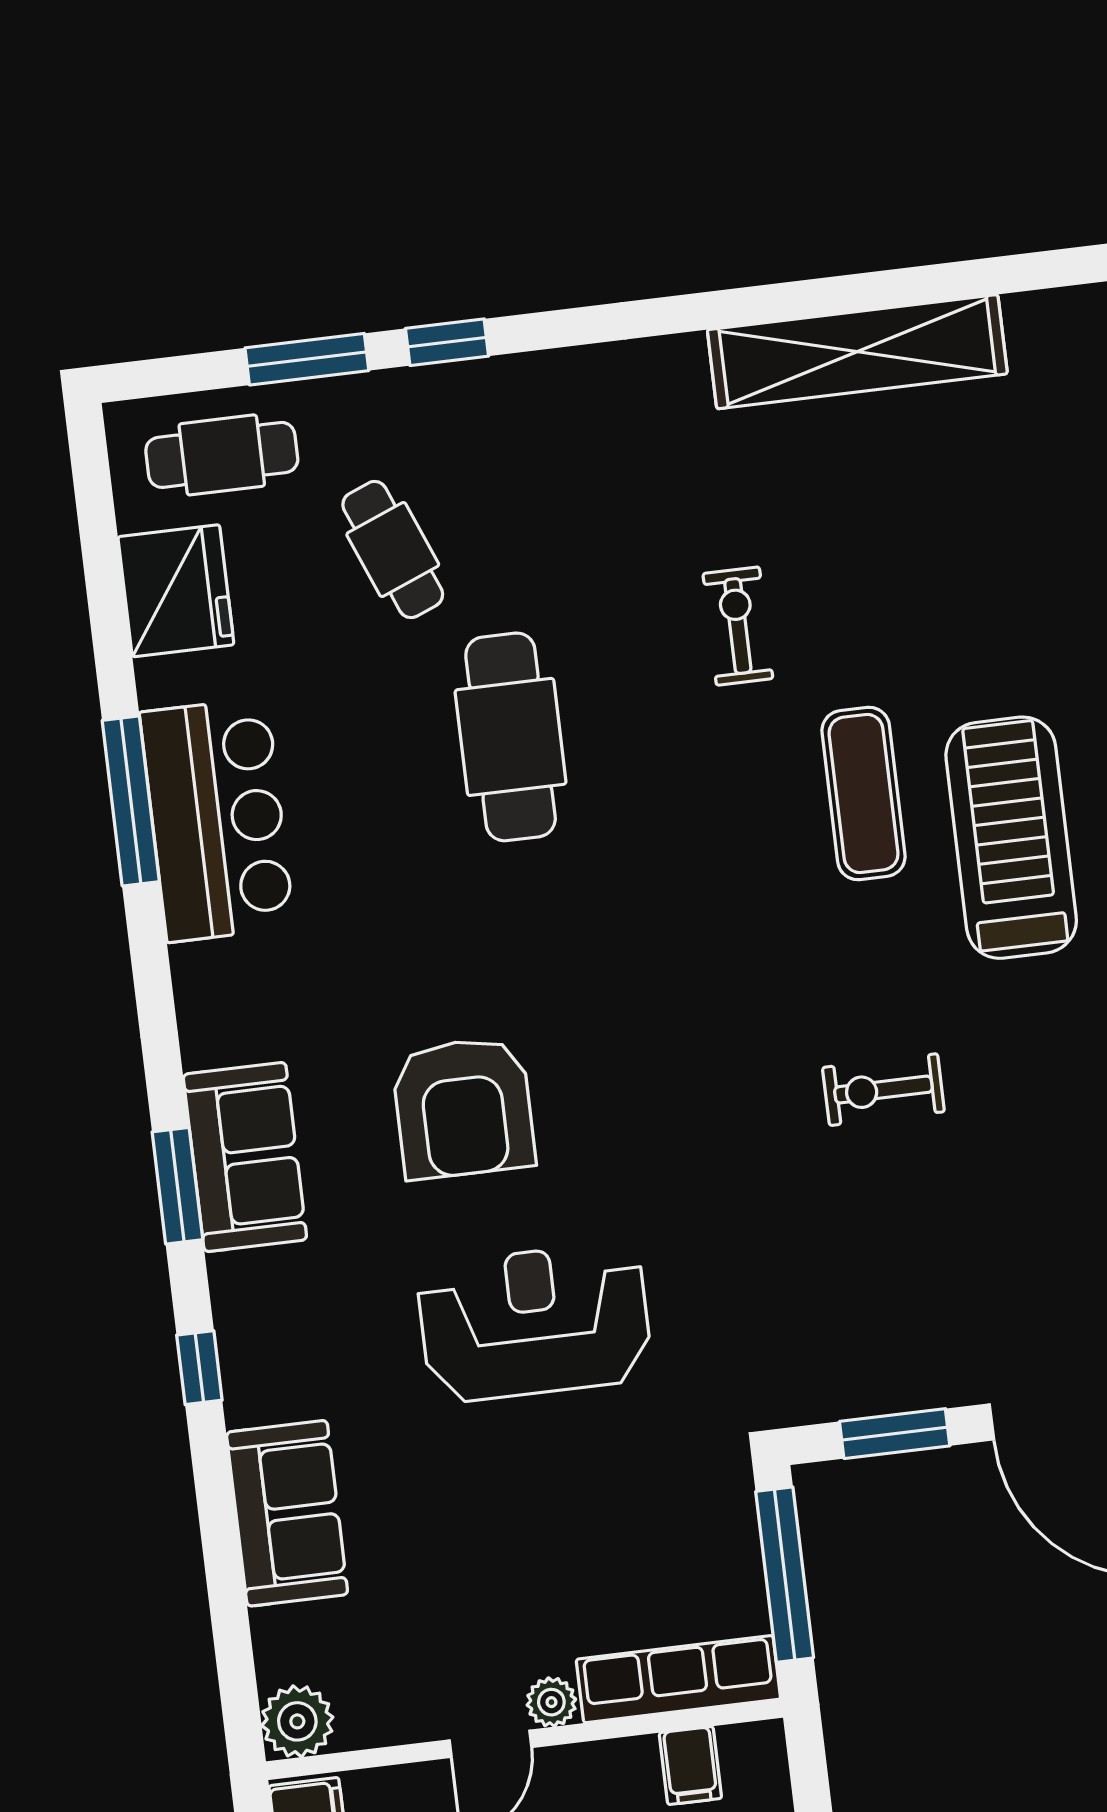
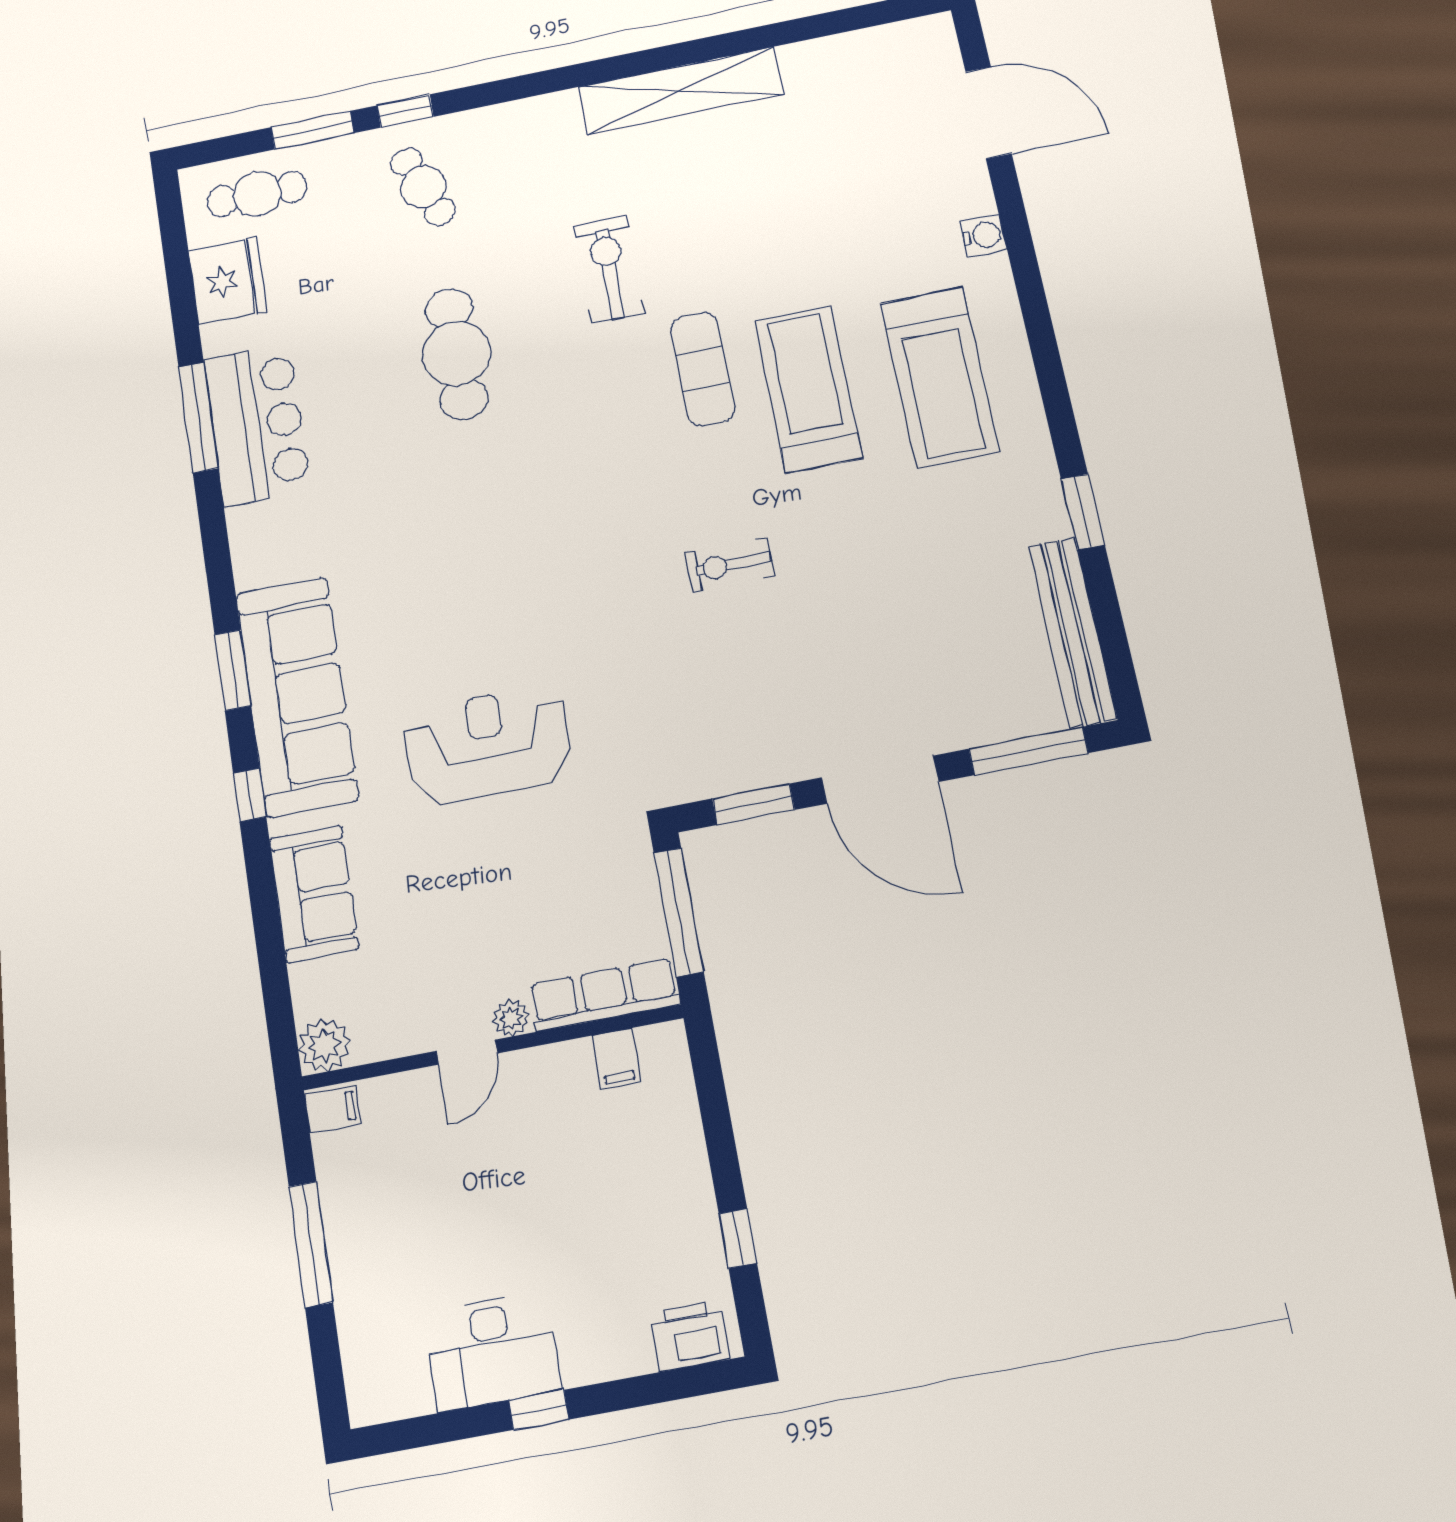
cafe table: (393, 550) -> (423, 187), moved
exercise bike: (738, 626) -> (609, 269), width x1.38, depth x1.39
armchair: (463, 1108) -> (432, 601), removed
sofa: (245, 1157) -> (297, 696), width x1.85, depth x1.27

